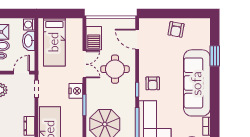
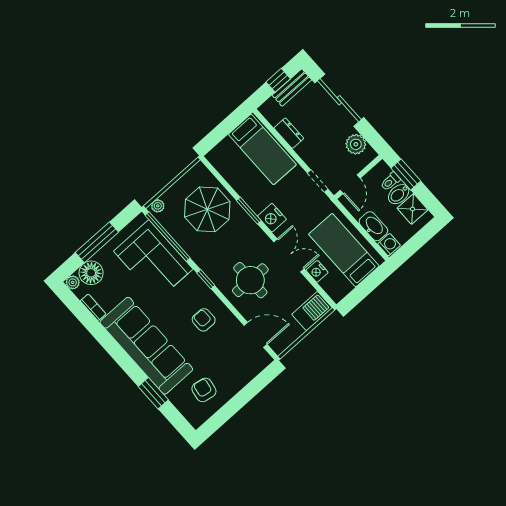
armchair: (176, 29) -> (204, 390), moved
barbecue: (94, 38) -> (312, 311), moved, turned 90
nightstand: (77, 44) -> (317, 271), added
double door: (84, 64) -> (289, 255), swing flipped
armchair: (153, 83) -> (204, 320), moved

